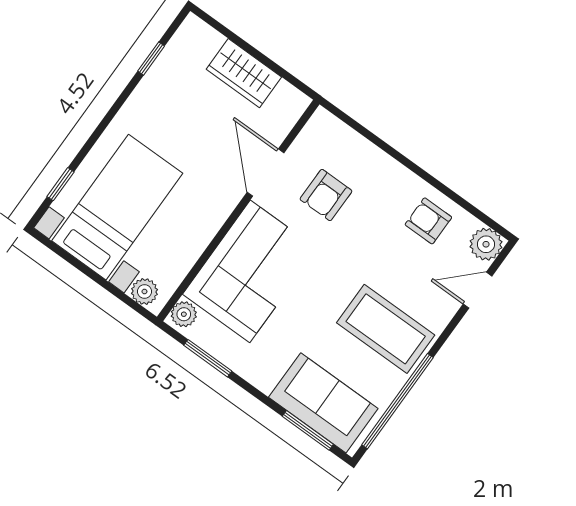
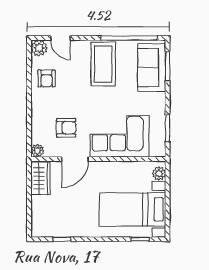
wardrobe: (244, 73) -> (41, 178), moved
plant: (184, 314) -> (37, 151), moved

